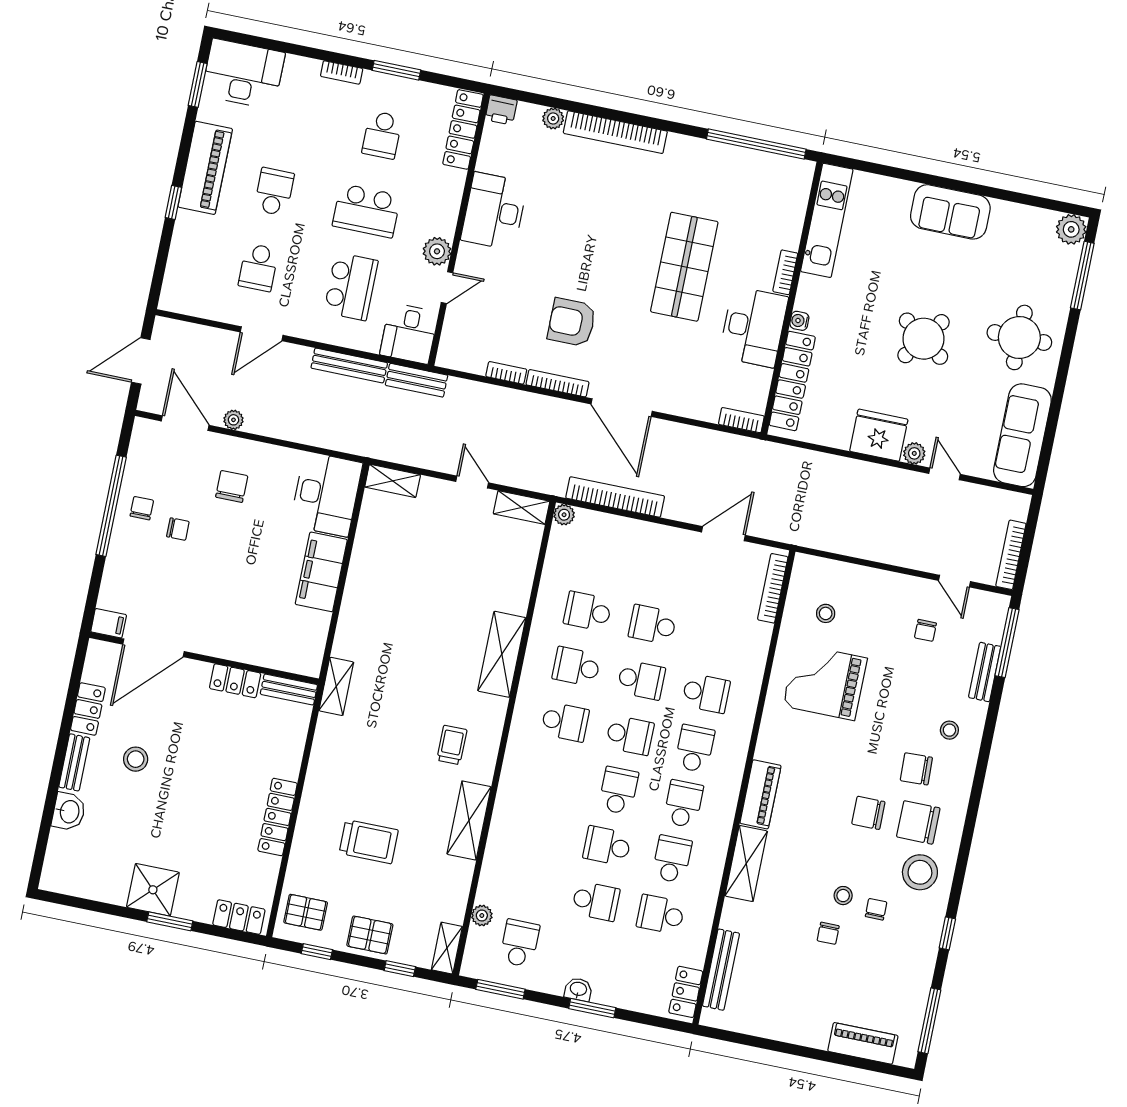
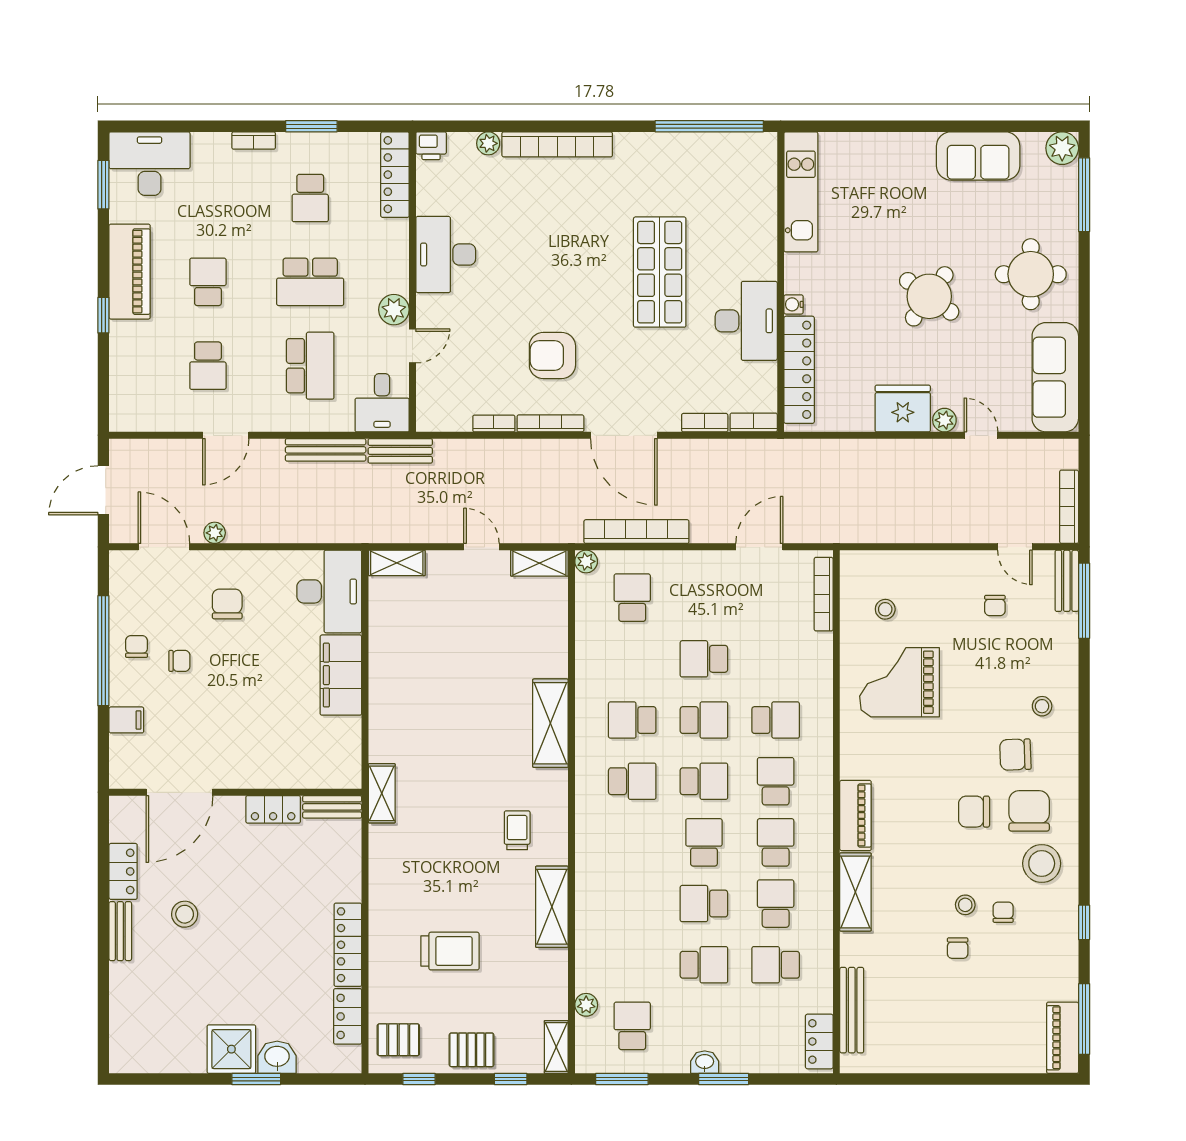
sofa: (950, 212) -> (978, 156), moved
bookcase: (785, 272) -> (705, 423), moved, turned 90
school desk: (588, 611) -> (632, 598), moved, turned 90
filing cabinet: (109, 623) -> (126, 720), moved
bench: (985, 672) -> (1067, 581), moved
washbasin: (69, 812) -> (277, 1057), moved, turned -90
chair: (918, 822) -> (1029, 811), turned 90
locker: (239, 917) -> (348, 1016), moved, turned -90
piano: (863, 1043) -> (1063, 1038), moved, turned -90

